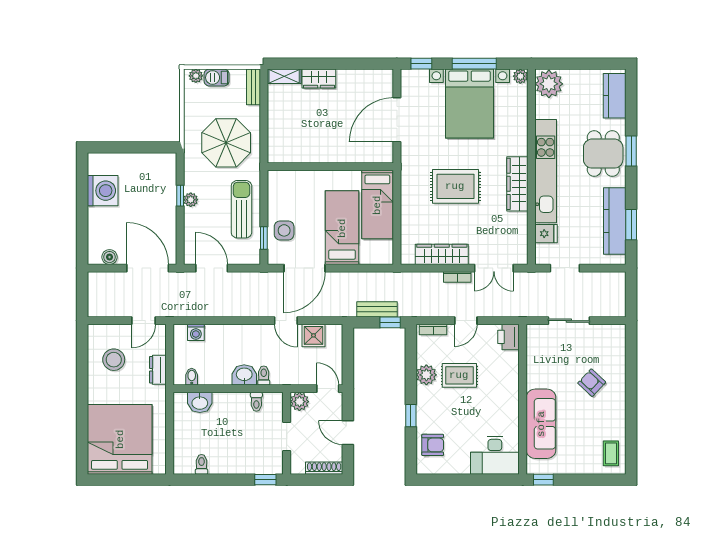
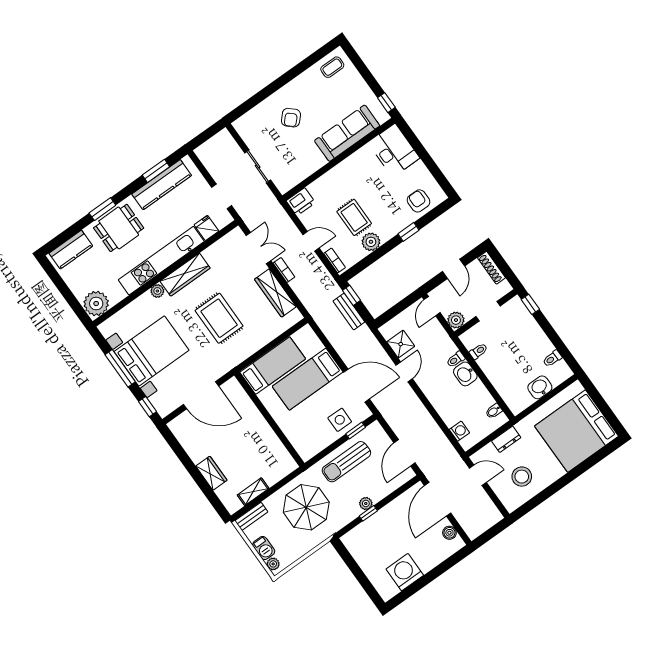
shelving: (284, 76) -> (253, 492), moved, turned 90
plant: (520, 76) -> (157, 291), moved
washbasin: (200, 402) -> (540, 387), moved, turned -90

